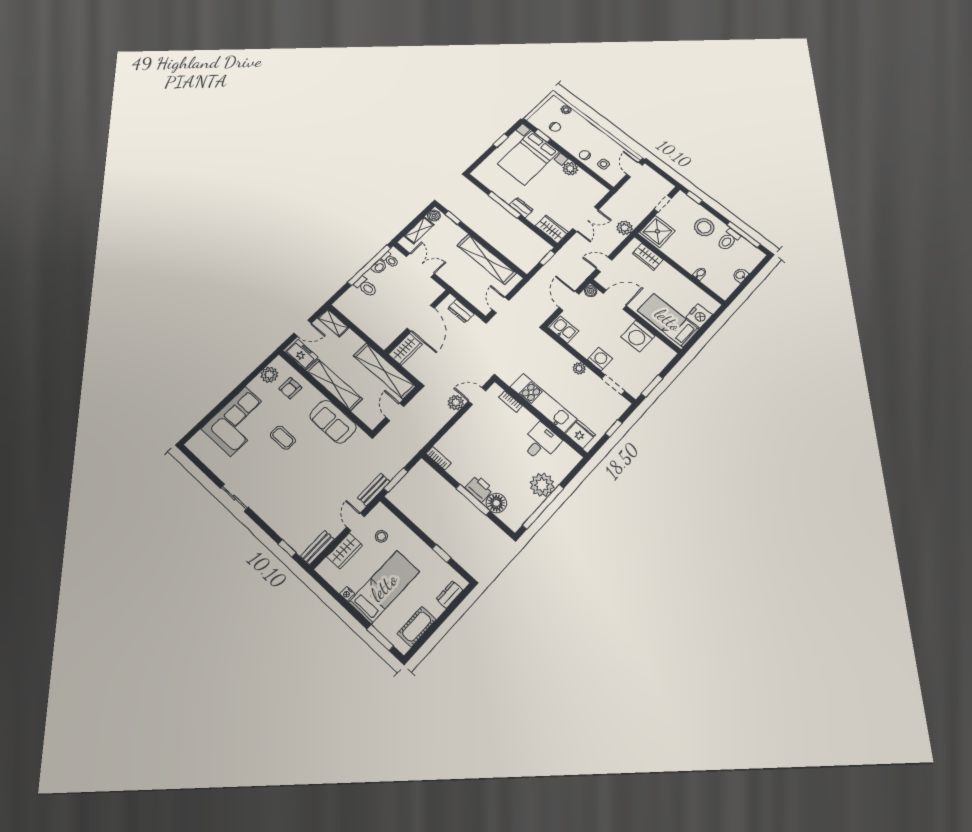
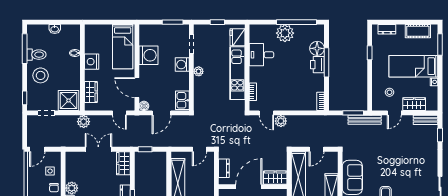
nightstand: (699, 316) -> (92, 62), moved, turned -90
bench: (374, 490) -> (365, 120), width x1.36

